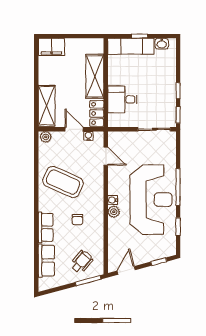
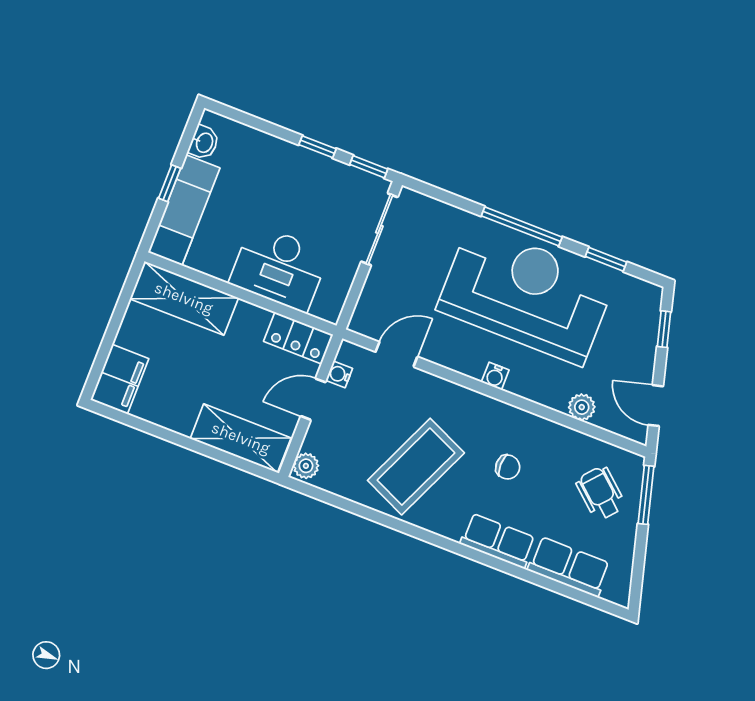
shelving: (95, 76) -> (184, 298), moved
desk: (122, 99) -> (279, 268), width x1.37
plant: (114, 212) -> (582, 407), moved

